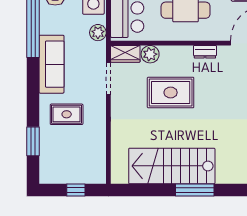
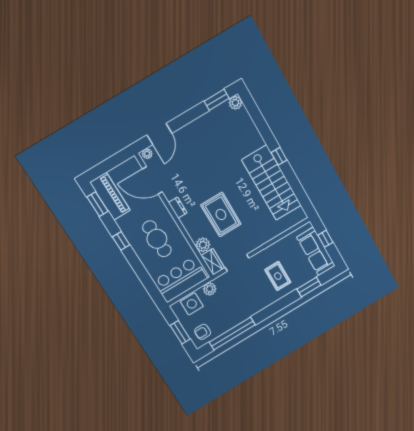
sofa: (51, 64) -> (316, 251), moved, turned -90
window: (195, 190) -> (279, 156), width x0.46

